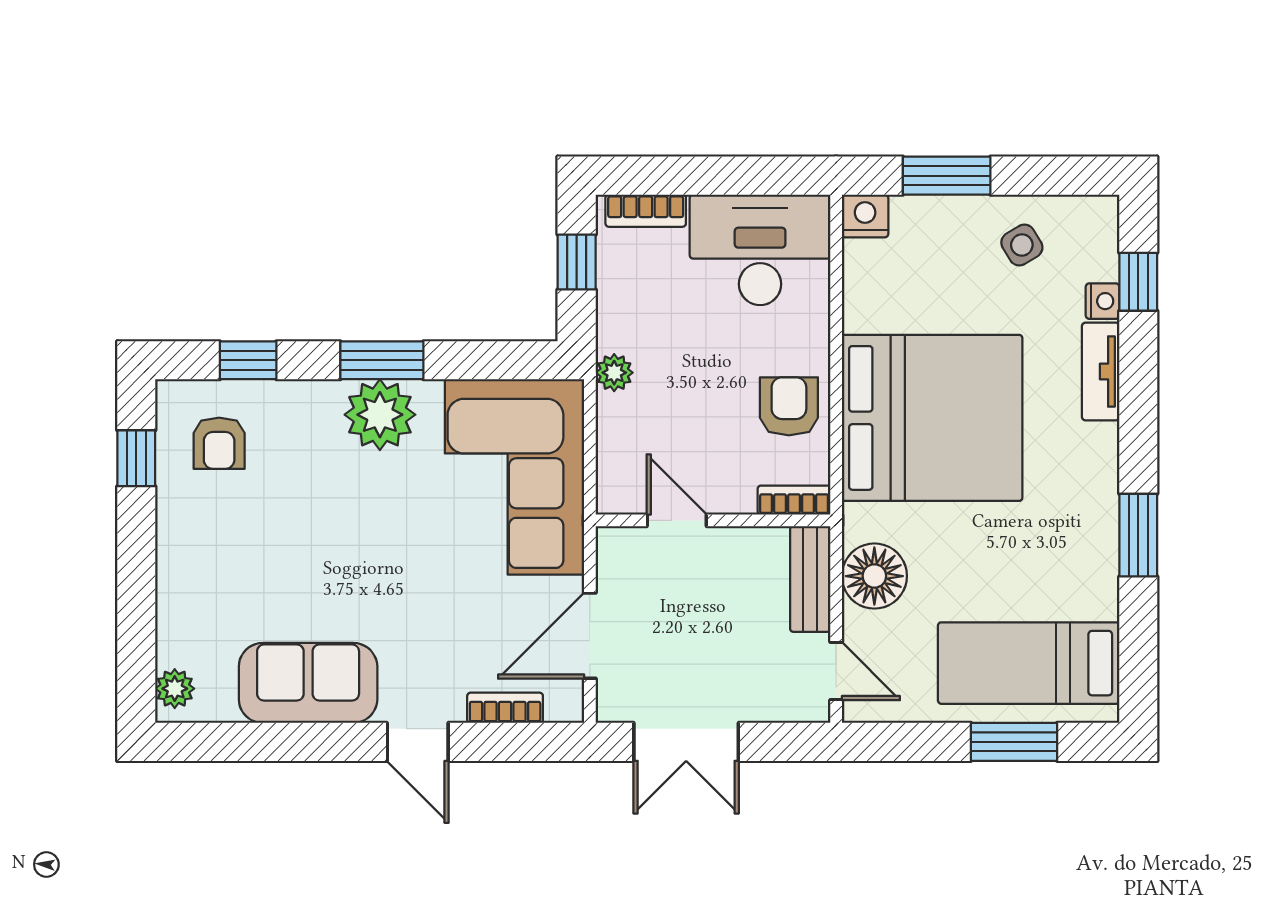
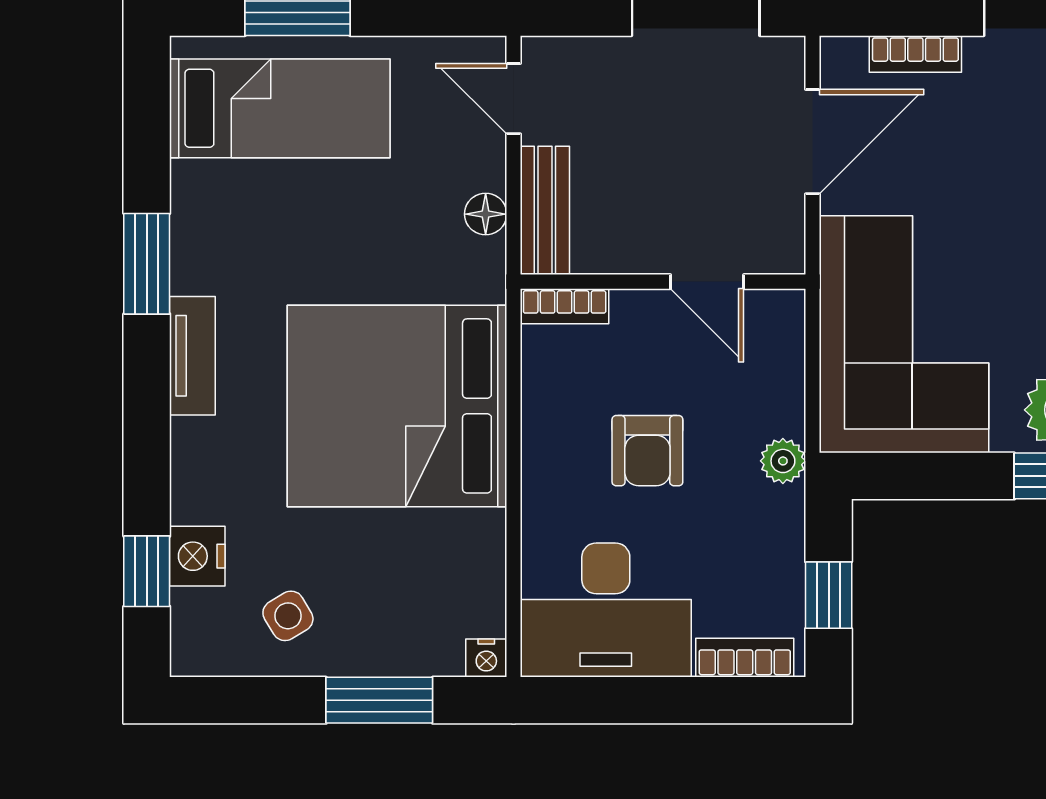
nightstand: (865, 216) -> (486, 658), width x0.72, depth x0.74
nightstand: (1103, 301) -> (197, 556), width x1.39, depth x1.35
tv unit: (1101, 371) -> (192, 356), moved
armchair: (789, 406) -> (647, 451), moved
floor lamp: (874, 576) -> (486, 214), width x0.53, depth x0.53

